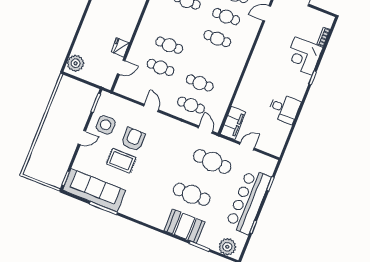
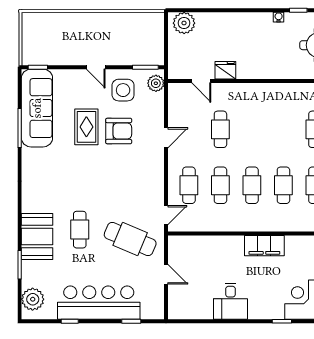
cafe table: (169, 45) -> (252, 185), moved
plant: (110, 100) -> (156, 83), added
filing cabinet: (233, 123) -> (264, 246), moved
cafe table: (212, 161) -> (130, 239), turned -69
cafe table: (192, 194) -> (80, 230), width x0.73, depth x0.74

